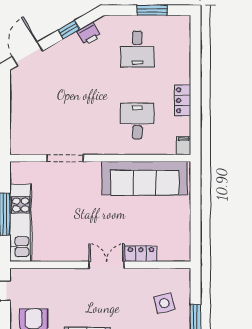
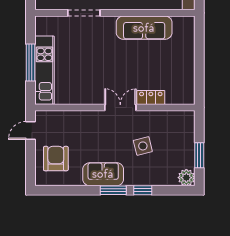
sofa: (145, 178) -> (144, 28), width x0.74, depth x0.79
side table: (164, 303) -> (143, 146), moved

